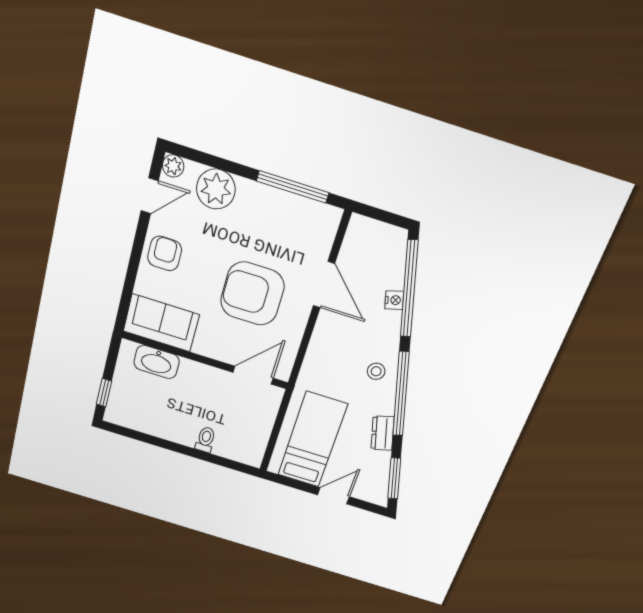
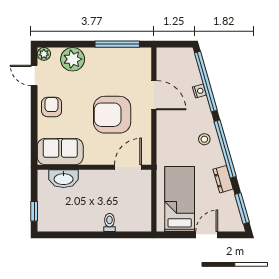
door: (150, 196) -> (34, 75), swing flipped

